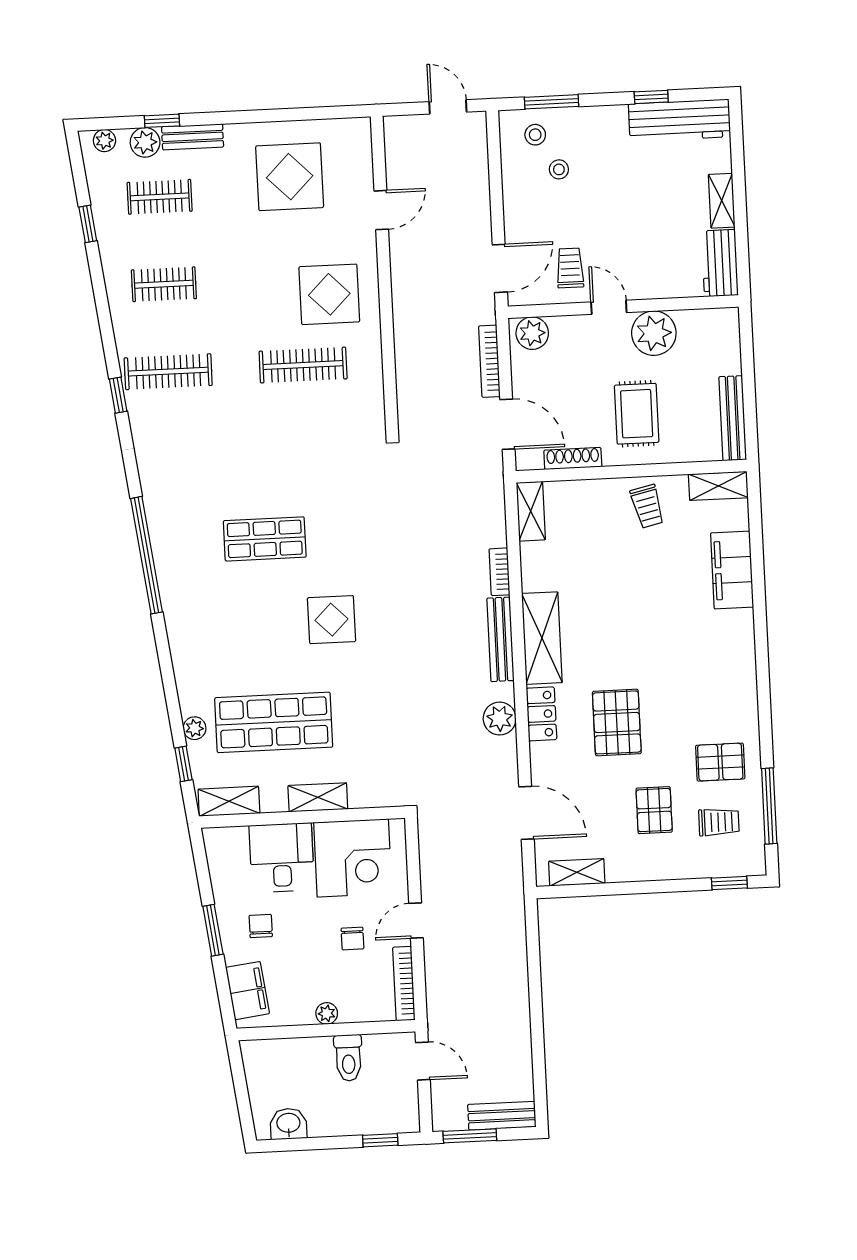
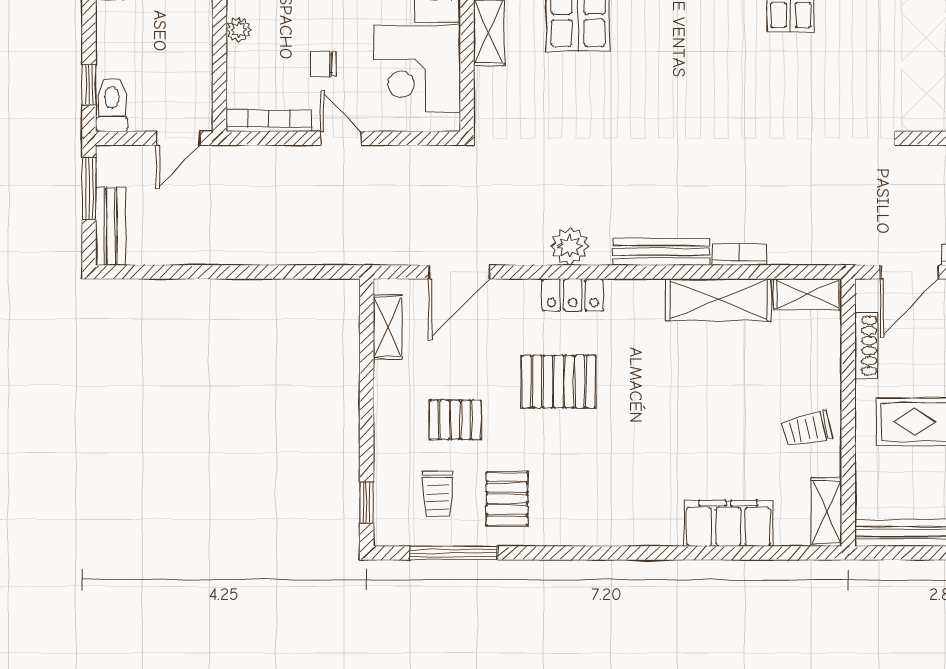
display table: (332, 620) -> (694, 58), removed
shelving: (542, 638) -> (718, 300), moved
toilet: (348, 1058) -> (112, 105), moved, turned 90

